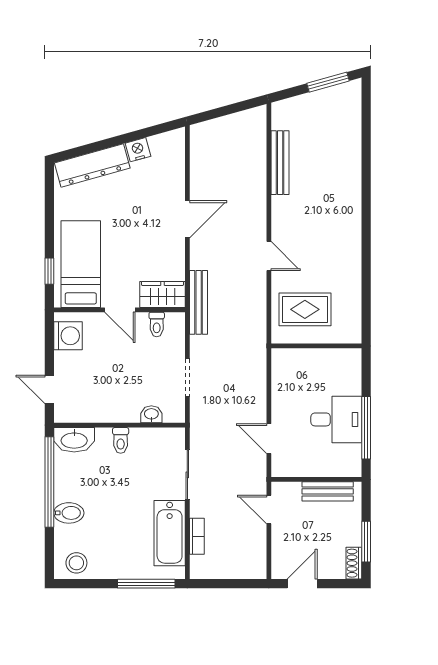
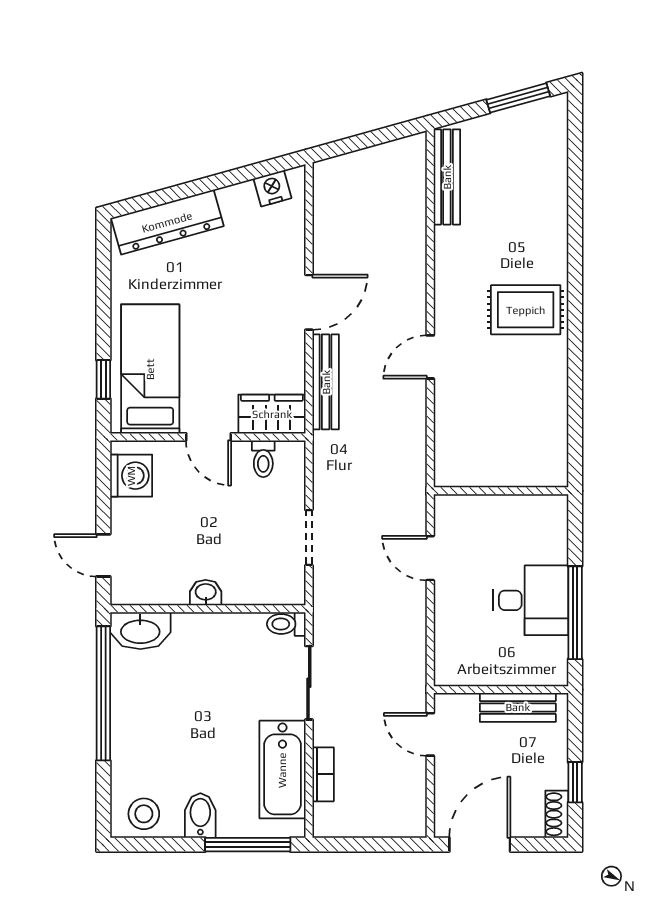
nightstand: (138, 150) -> (272, 188), moved
bench: (280, 163) -> (447, 177), moved
door: (269, 256) -> (430, 357), swing flipped
bench: (199, 302) -> (326, 382), moved
rug: (305, 309) -> (526, 310), moved
washbasin: (151, 414) -> (206, 593), moved
door: (269, 439) -> (430, 558), moved
toilet: (121, 440) -> (286, 624), moved, turned 90
bidet: (69, 513) -> (200, 816), moved, turned -90
window: (366, 542) -> (575, 782), width x0.67
door: (302, 584) -> (480, 845), width x1.38

